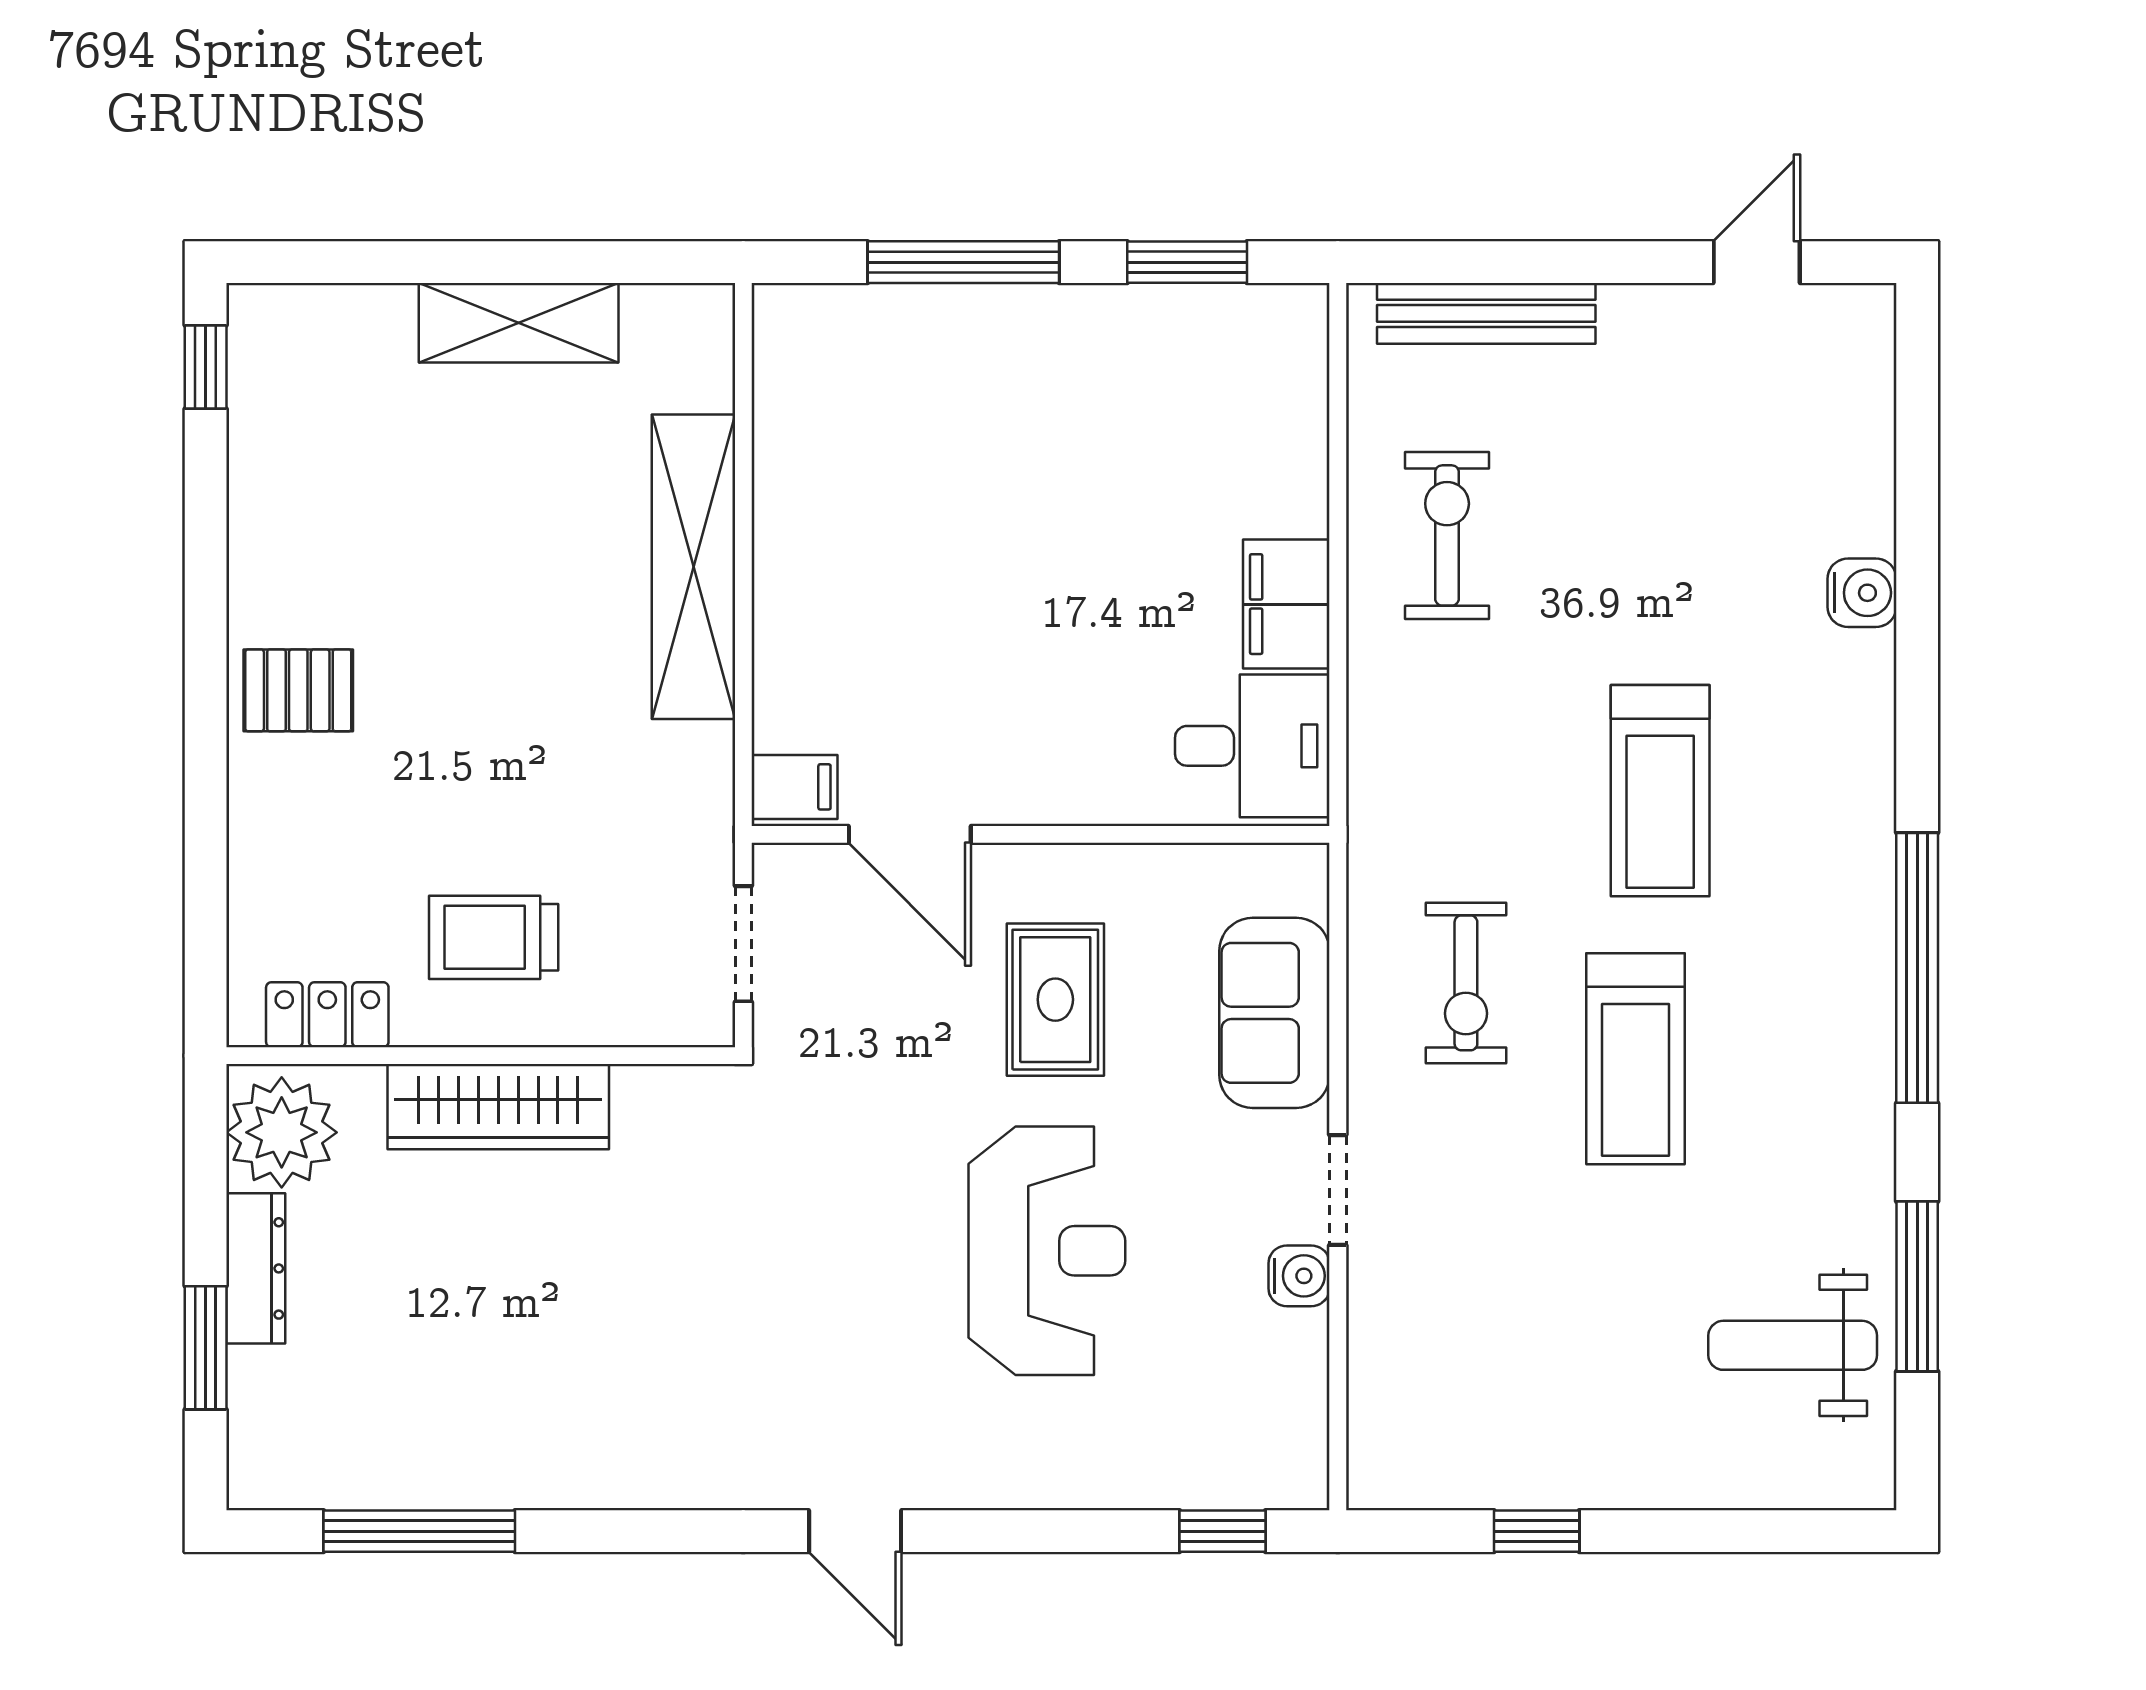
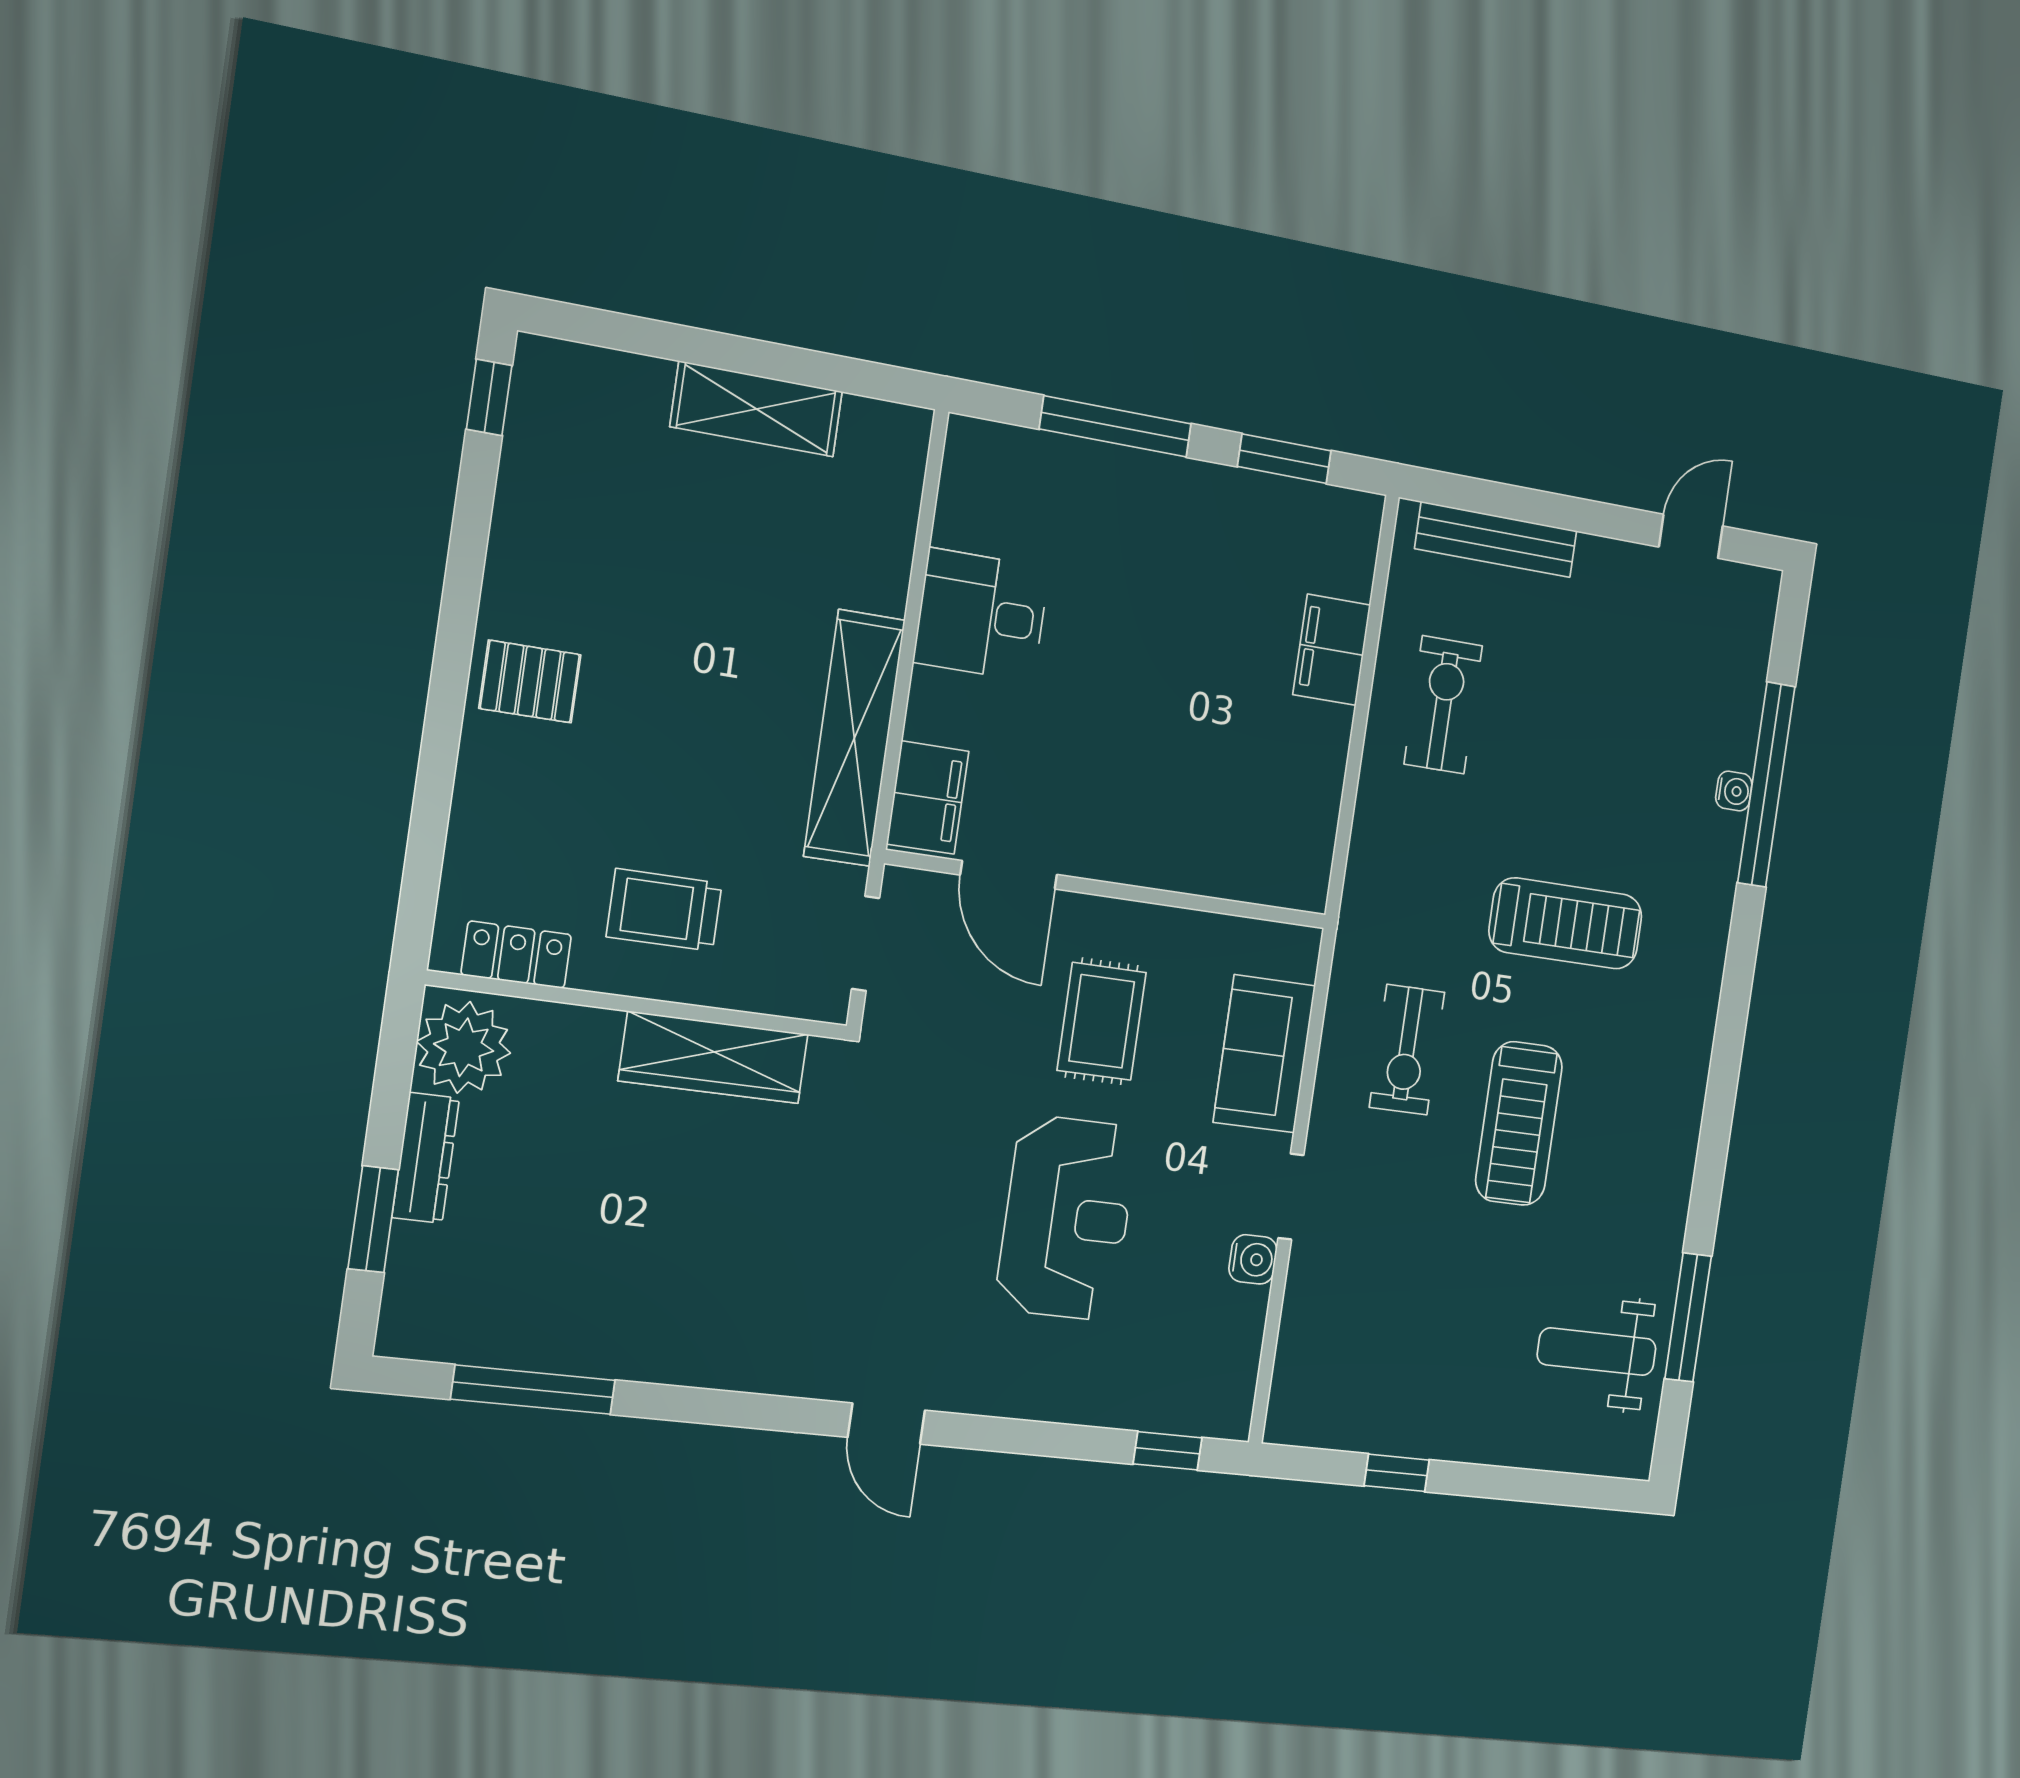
shelving: (694, 567) -> (854, 738), moved
water cooler: (1862, 593) -> (1734, 791), width x0.72, depth x0.72
filing cabinet: (1286, 604) -> (1332, 650), moved
desk: (1252, 746) -> (981, 615), moved, turned 180
filing cabinet: (794, 787) -> (928, 798), width x2.00
treadmill: (1660, 791) -> (1566, 923), turned -90
window: (1917, 968) -> (1766, 785), moved
wardrobe: (498, 1107) -> (714, 1057), moved

